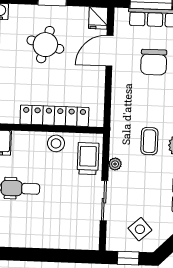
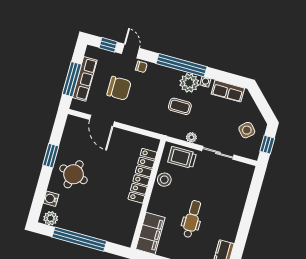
fridge: (98, 18) -> (74, 123), removed
round table: (45, 45) -> (74, 174), moved

